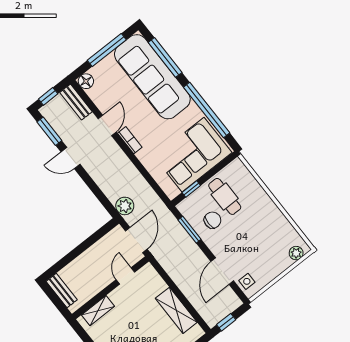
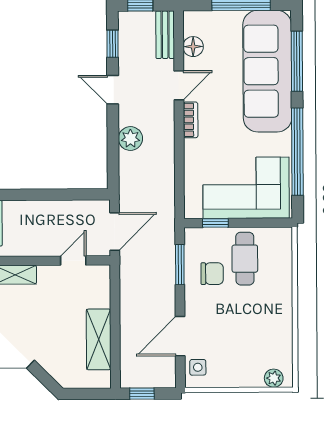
floor lamp: (86, 81) -> (193, 47), moved
window: (49, 131) -> (113, 44), width x0.67
plant: (125, 206) -> (130, 139), moved

